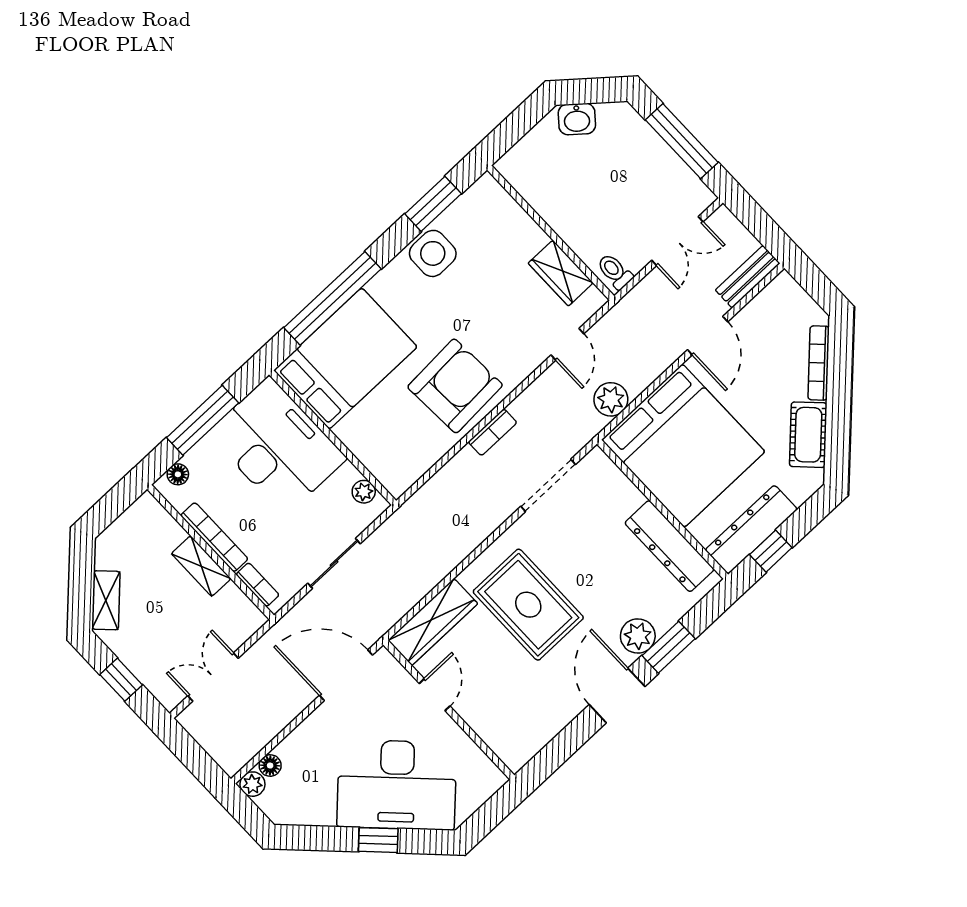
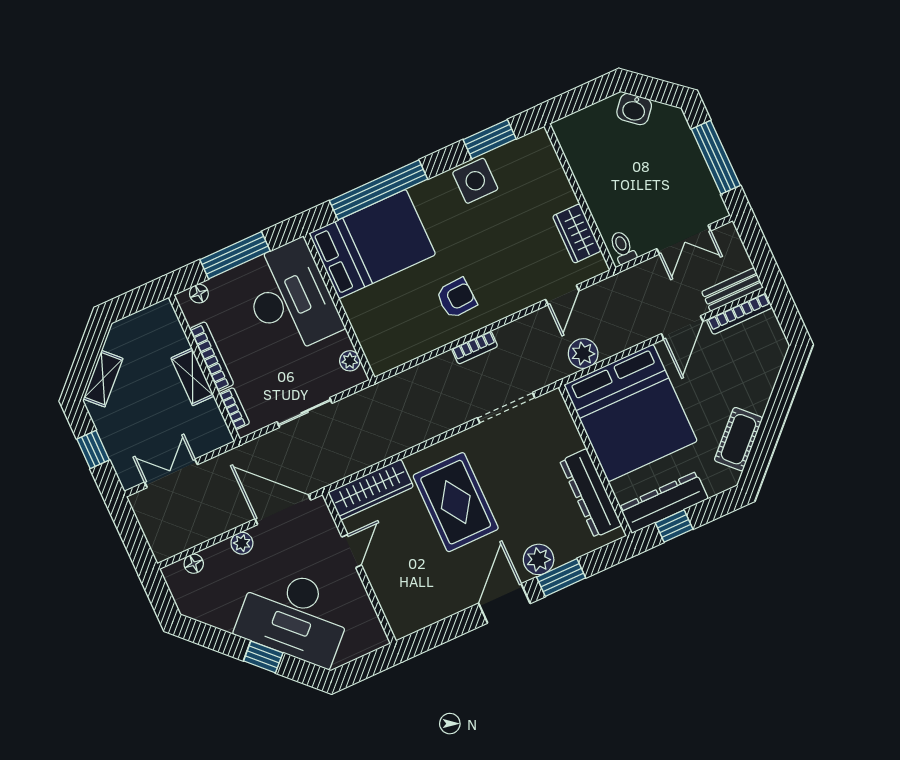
bookcase: (819, 363) -> (739, 314), moved, turned -135
armchair: (455, 386) -> (456, 298), width x0.53, depth x0.53
plant: (252, 784) -> (242, 543), moved

